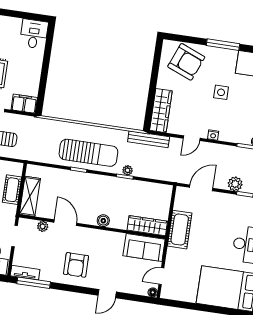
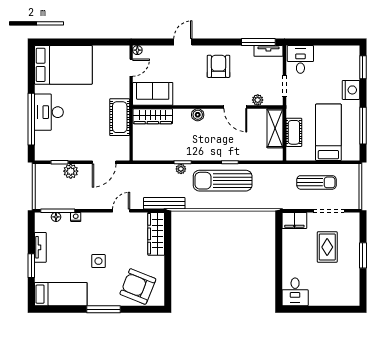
nightstand: (213, 135) -> (76, 217), moved

